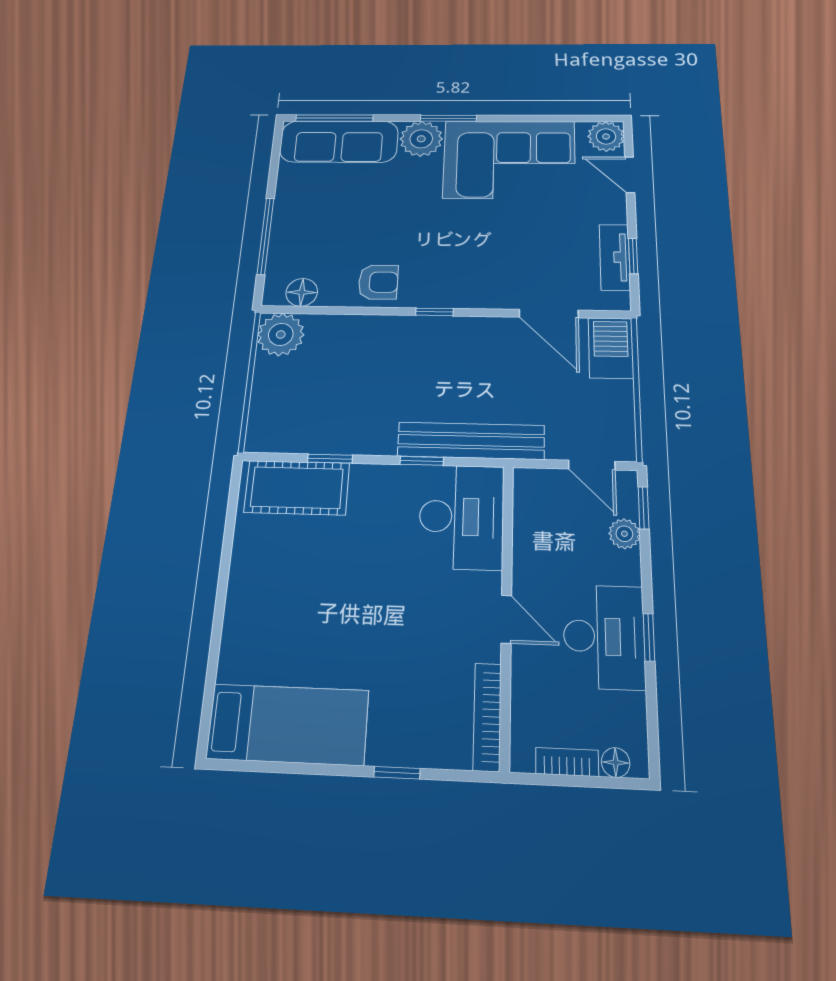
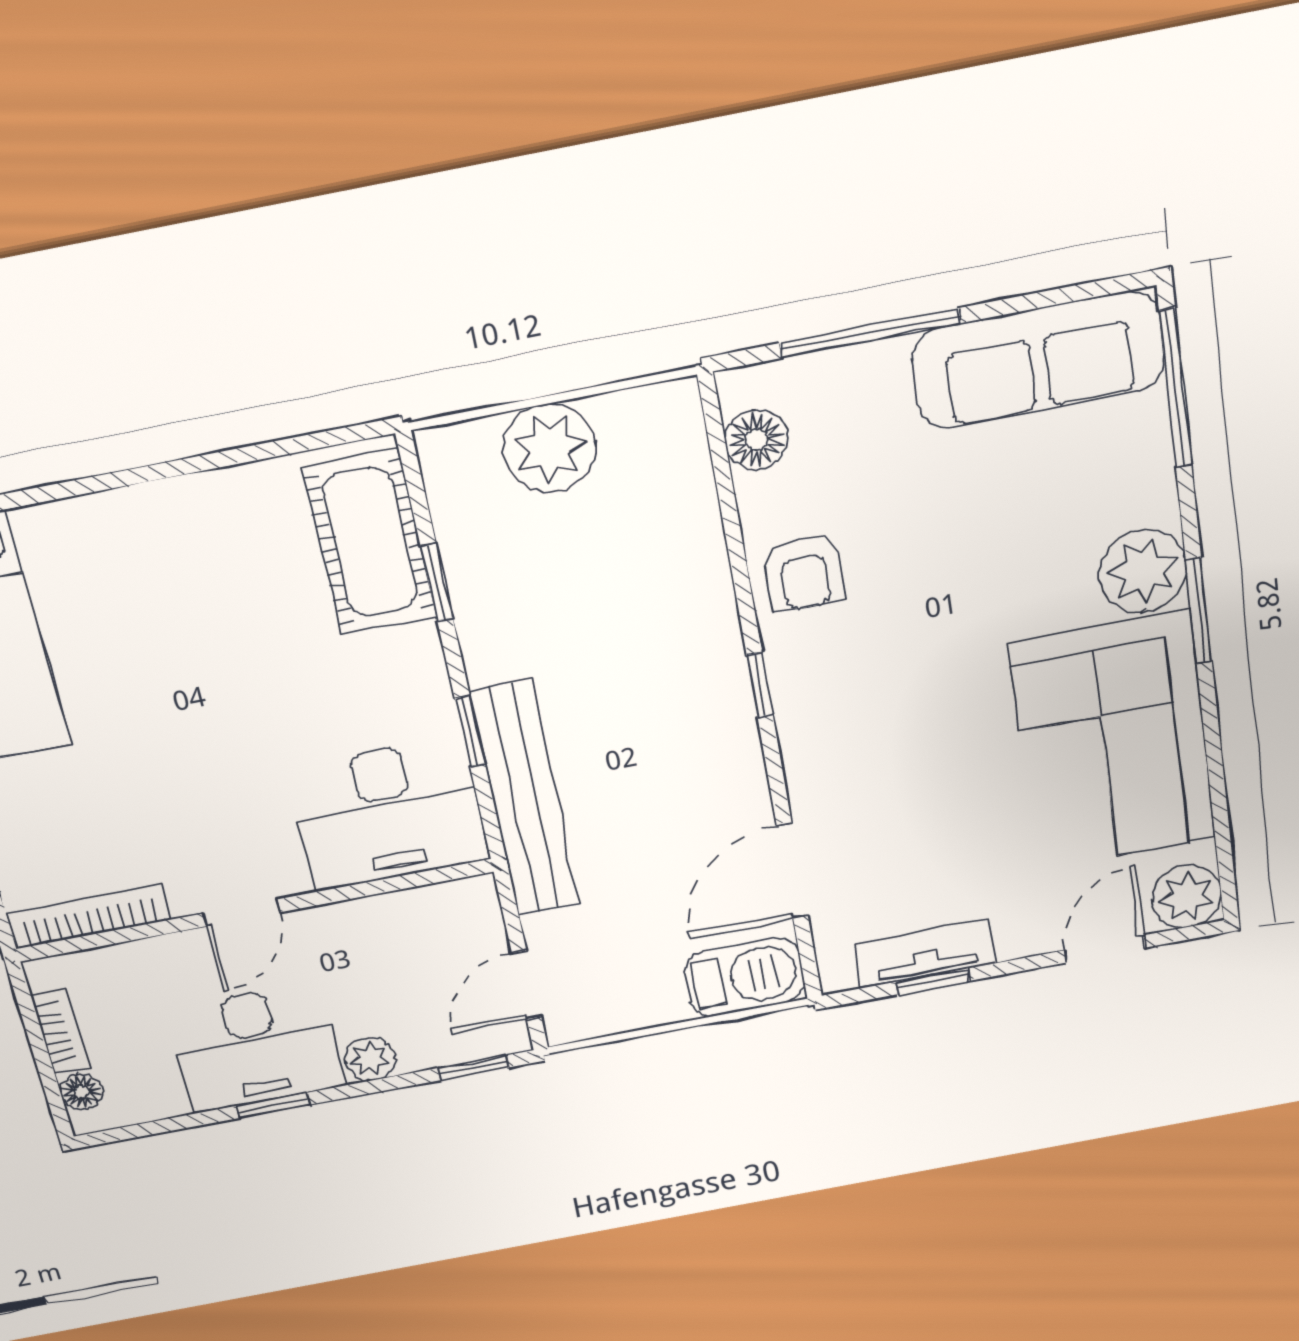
sofa: (339, 142) -> (1039, 360), moved, turned -90
plant: (281, 334) -> (550, 448), moved
plant: (624, 534) -> (370, 1059), moved

